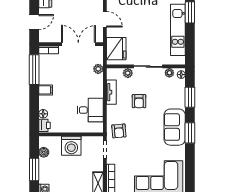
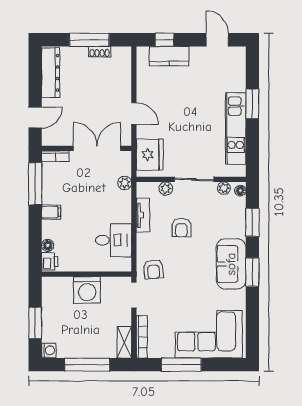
boiler: (44, 152) -> (49, 299), removed

